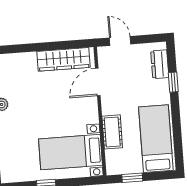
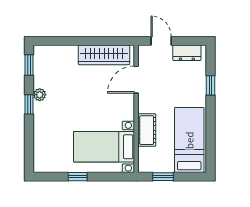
dresser: (160, 64) -> (187, 53), moved, turned -90

